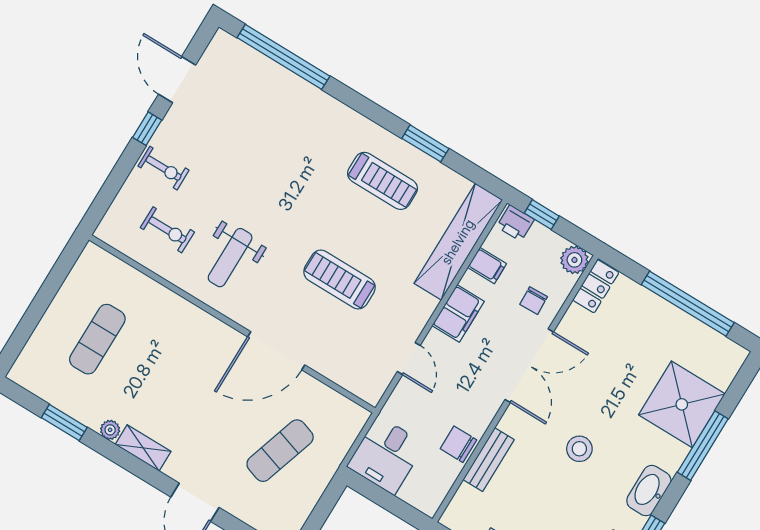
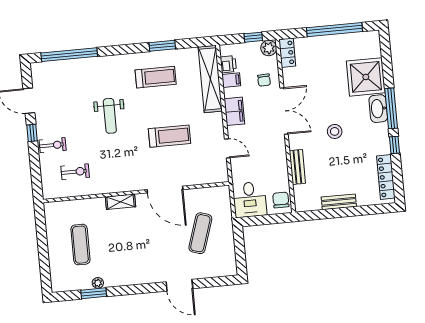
window: (542, 215) -> (253, 37), moved
printer: (515, 223) -> (228, 64), moved, turned -90
weight bench: (230, 258) -> (110, 116), moved
treadmill: (340, 280) -> (169, 136), turned 180
door: (276, 351) -> (165, 190), hinge flipped
plant: (110, 430) -> (98, 283), moved
chair: (458, 444) -> (281, 200), moved, turned 90
window: (703, 446) -> (391, 108), moved
shelving: (143, 448) -> (120, 202), moved
washbasin: (649, 491) -> (378, 109), moved

